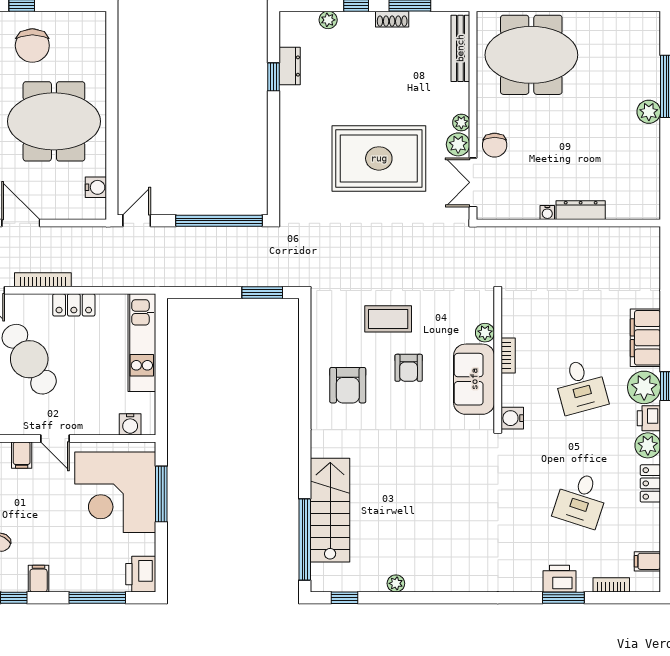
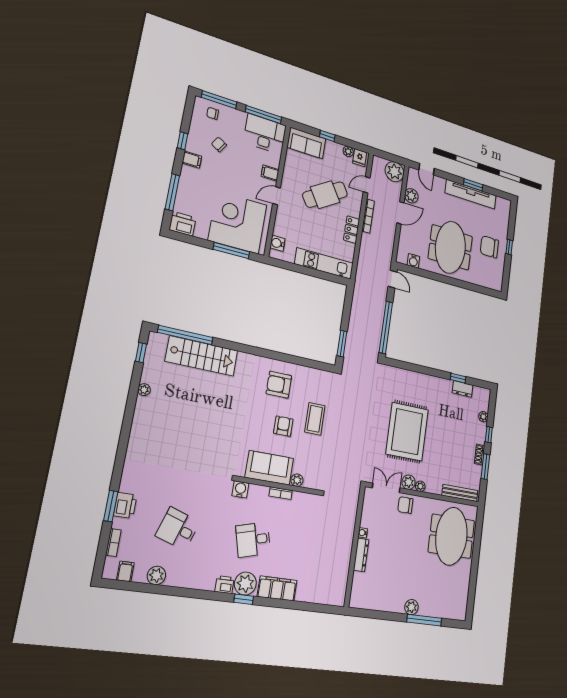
armchair: (409, 368) -> (283, 426), turned 90
plant: (648, 445) -> (156, 575), moved
locker: (650, 483) -> (180, 580), removed

